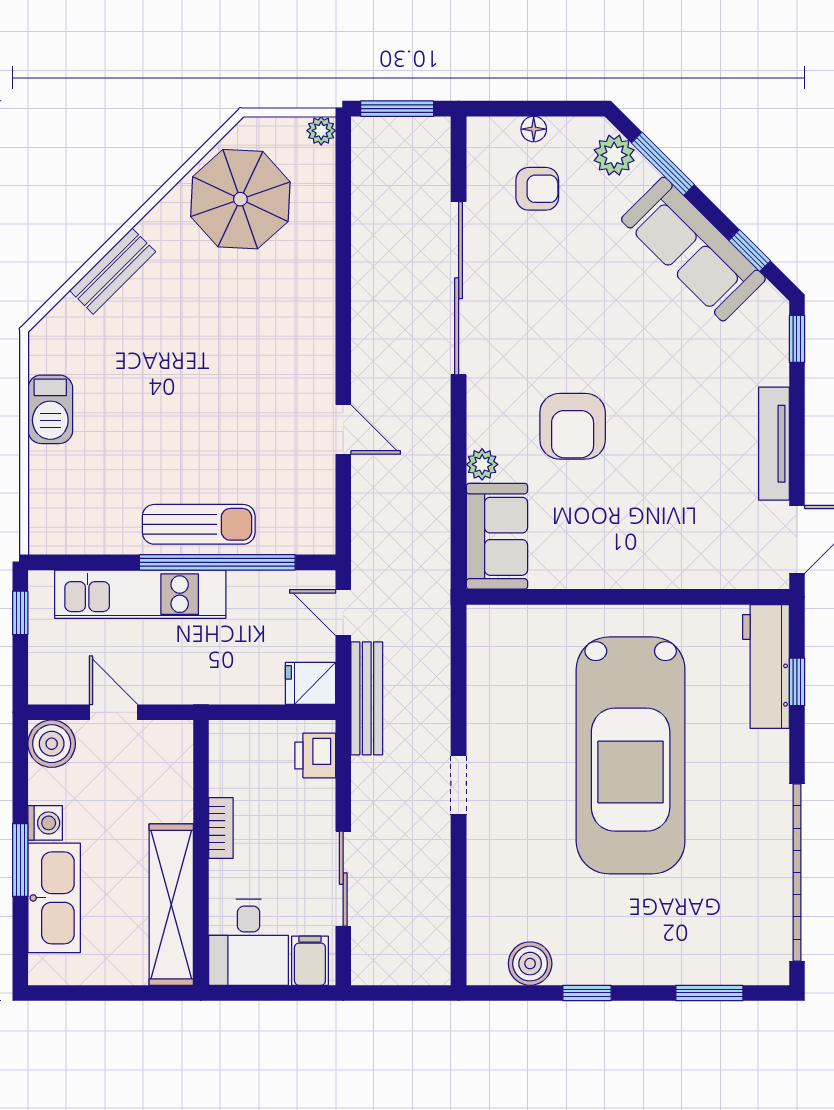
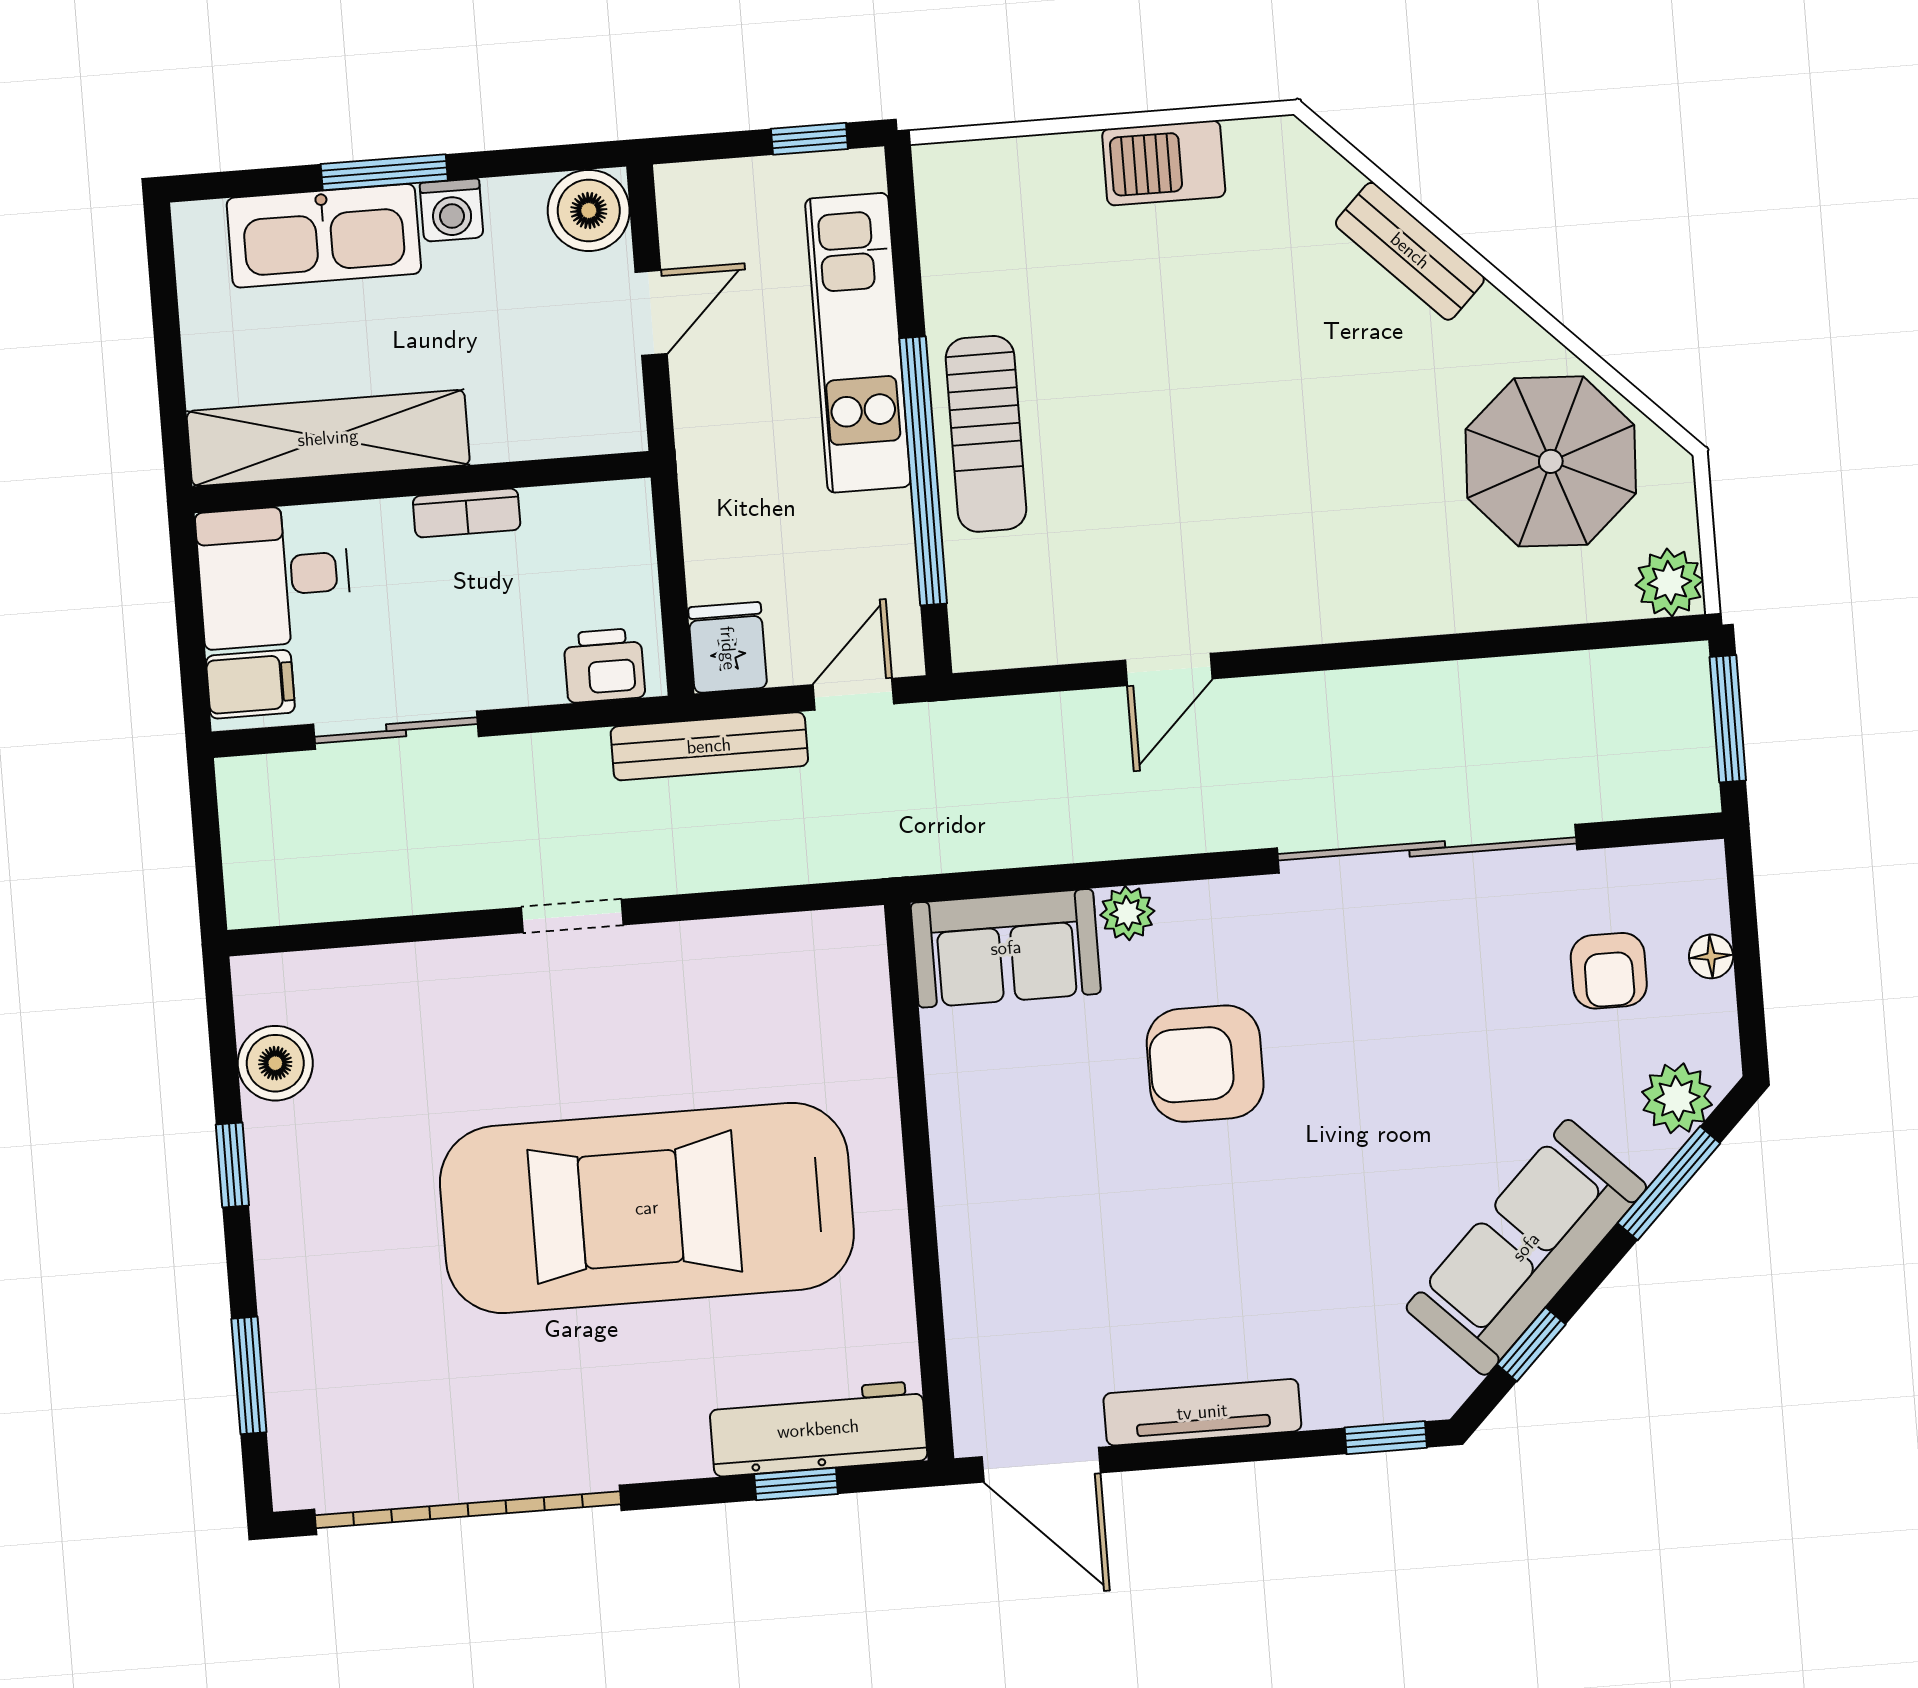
plant: (321, 131) -> (1669, 583), width x1.38, depth x1.38

